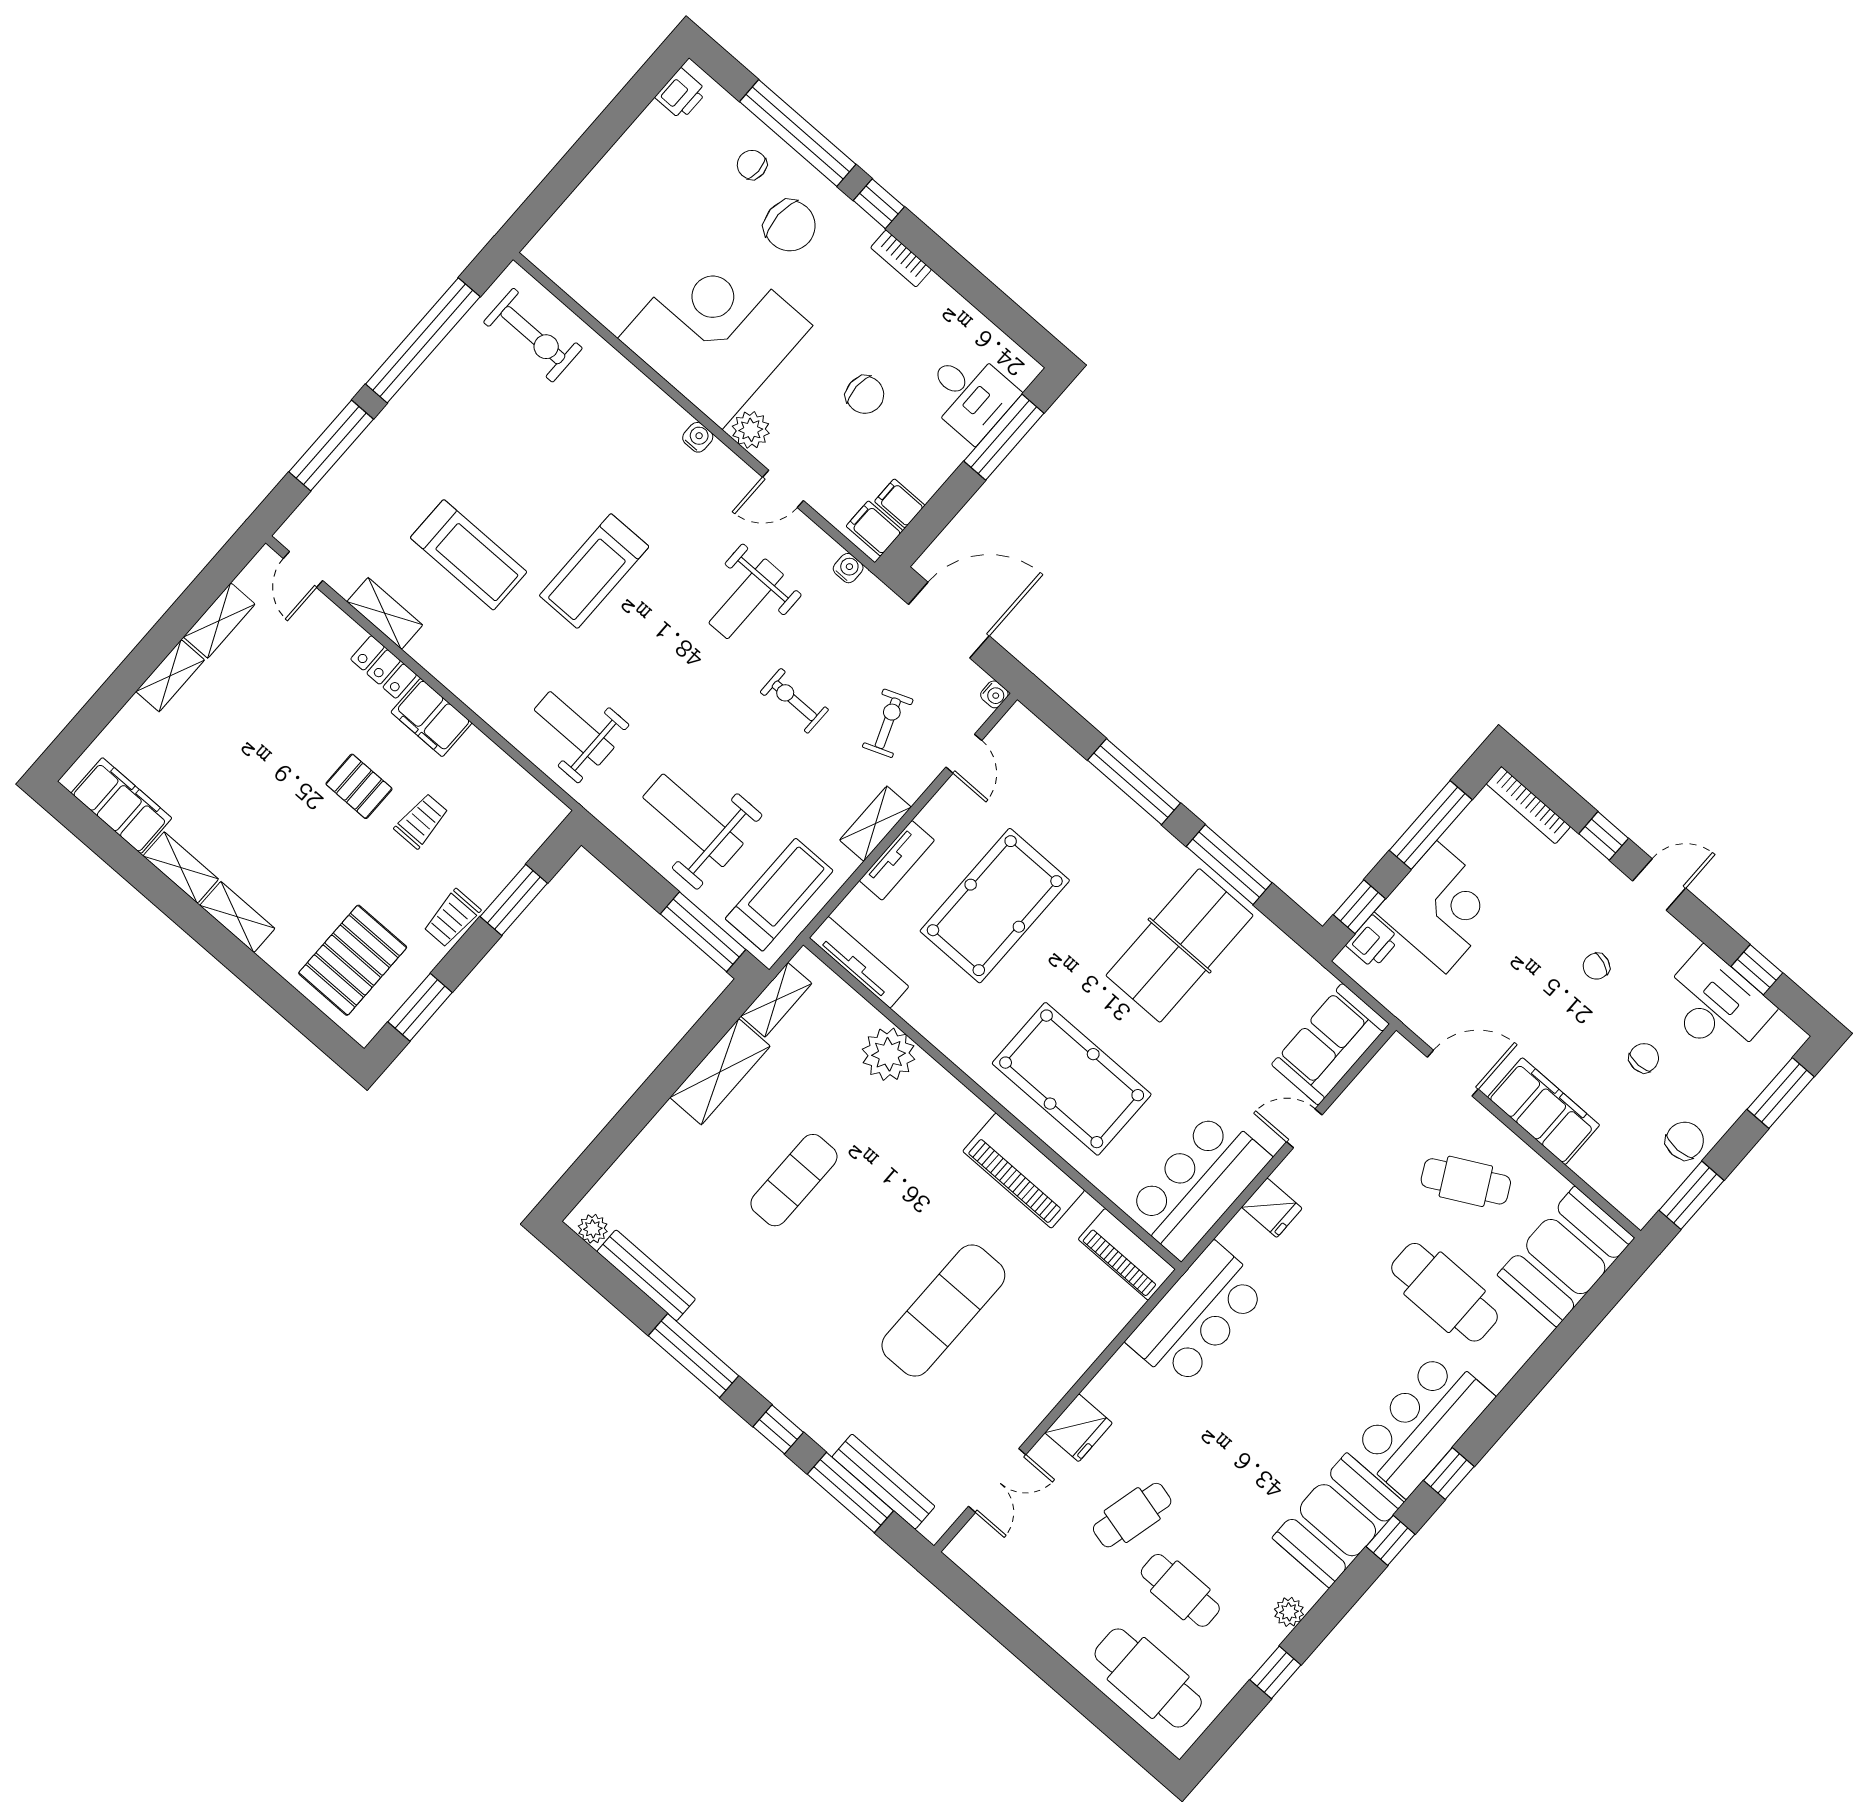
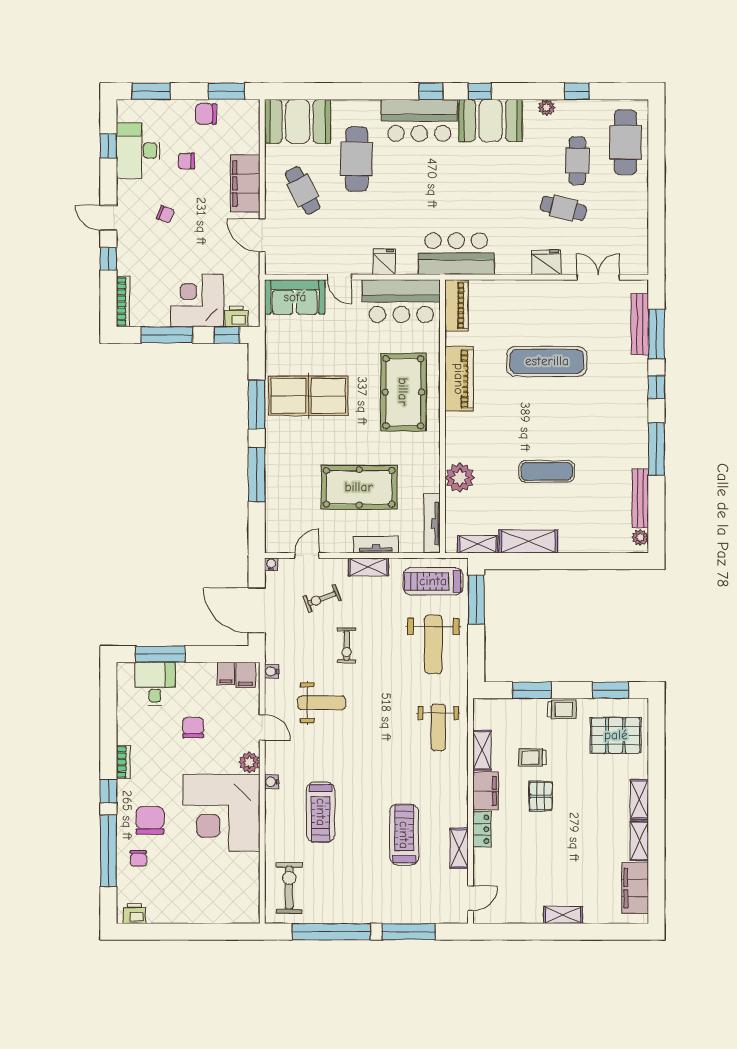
treadmill: (594, 571) -> (321, 812), moved, turned 90
shelving: (219, 621) -> (482, 750), moved, turned 90

